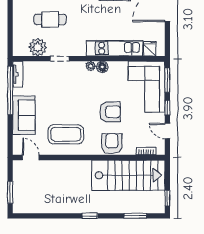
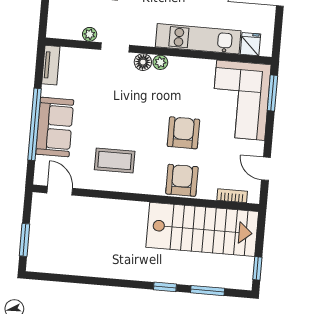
plant: (38, 47) -> (90, 34), width x0.53, depth x0.53
floor lamp: (102, 67) -> (143, 62), moved
window: (10, 90) -> (34, 124), moved
window: (167, 108) -> (269, 134), removed
armchair: (110, 112) -> (183, 133), turned -90
coffee table: (66, 134) -> (115, 161), width x0.73, depth x0.76
window: (90, 216) -> (165, 287), moved

